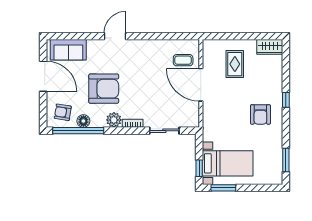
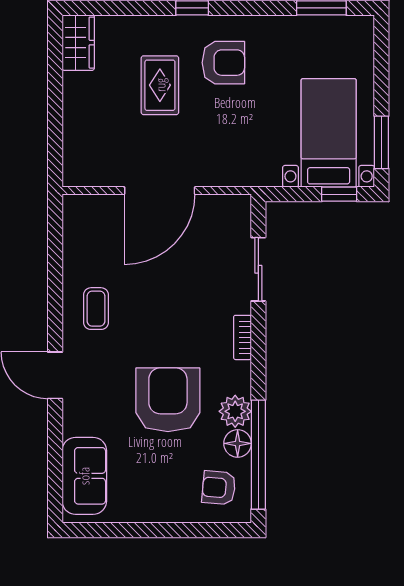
coffee table: (183, 60) -> (96, 309), moved
rug: (235, 64) -> (160, 85), moved, turned 90
door: (43, 76) -> (141, 530), removed
armchair: (63, 112) -> (219, 488), turned 86
plant: (114, 120) -> (235, 411), moved

